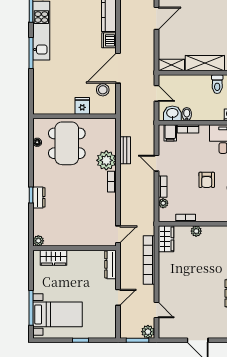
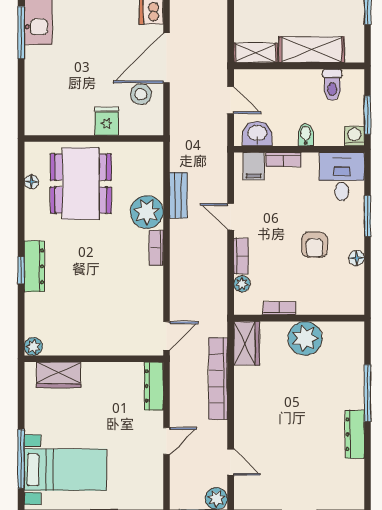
bidet: (187, 114) -> (306, 135), moved
dresser: (39, 197) -> (34, 266), width x1.44
plant: (196, 231) -> (305, 338), width x1.87, depth x1.87

